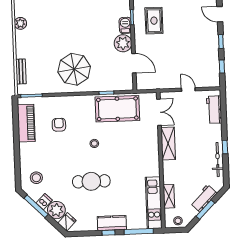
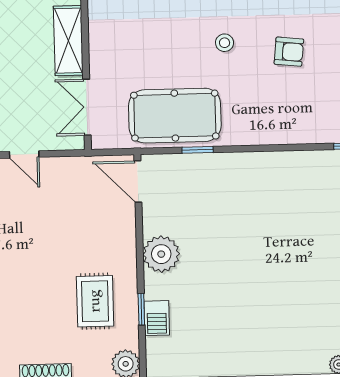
barbecue: (125, 25) -> (157, 318), moved
door: (134, 63) -> (138, 182), moved
parasol: (74, 69) -> (265, 200), removed
armchair: (59, 125) -> (289, 52), moved, turned -84

